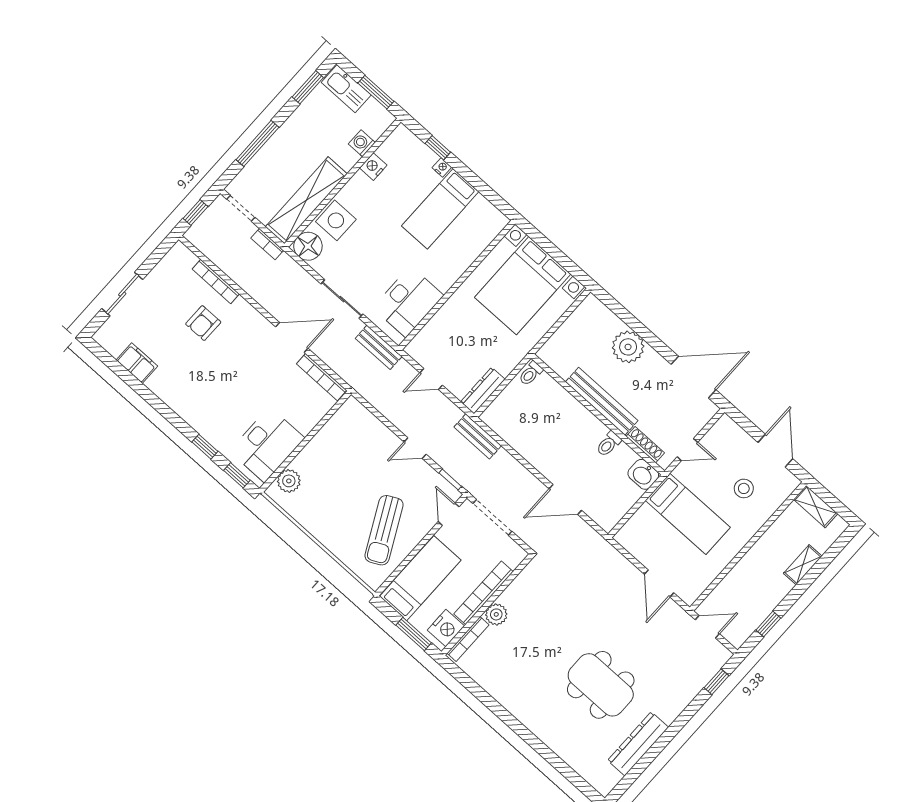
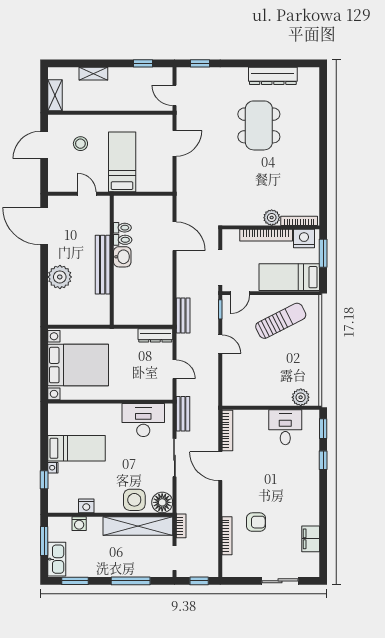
toilet: (531, 373) -> (122, 228), moved
desk: (267, 445) -> (285, 427), width x0.73
shoe rack: (645, 445) -> (105, 219), removed
washbasin: (643, 474) -> (122, 257), moved

